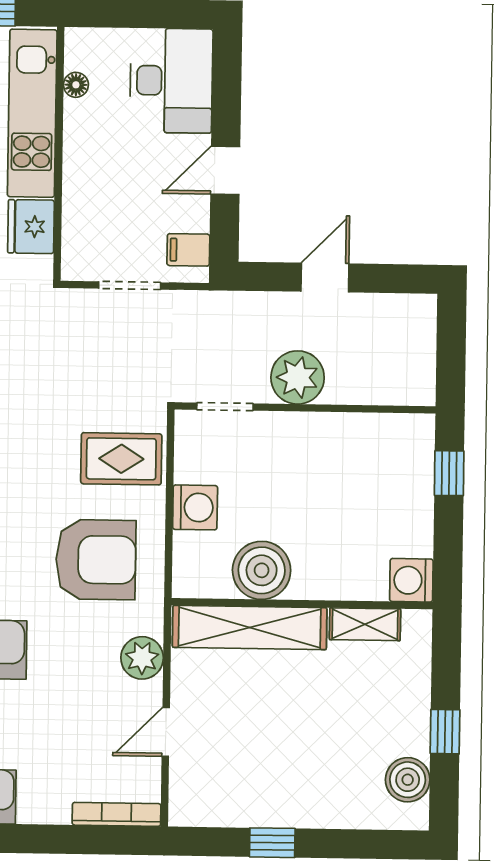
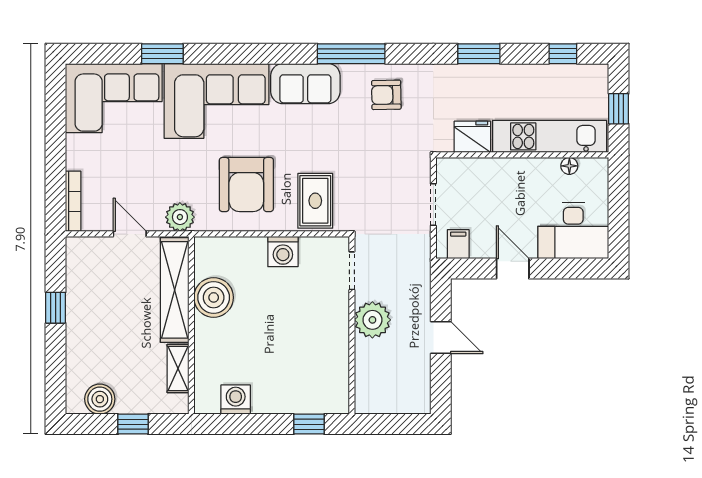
boiler: (262, 570) -> (214, 297), moved
wall: (302, 604) -> (191, 325), moved
shelving: (365, 624) -> (178, 368), moved
shelving: (250, 628) -> (175, 290), moved

